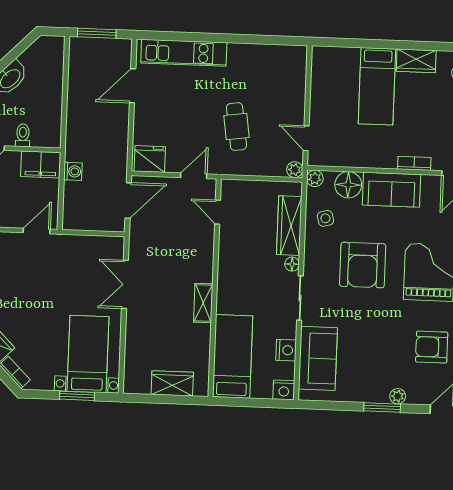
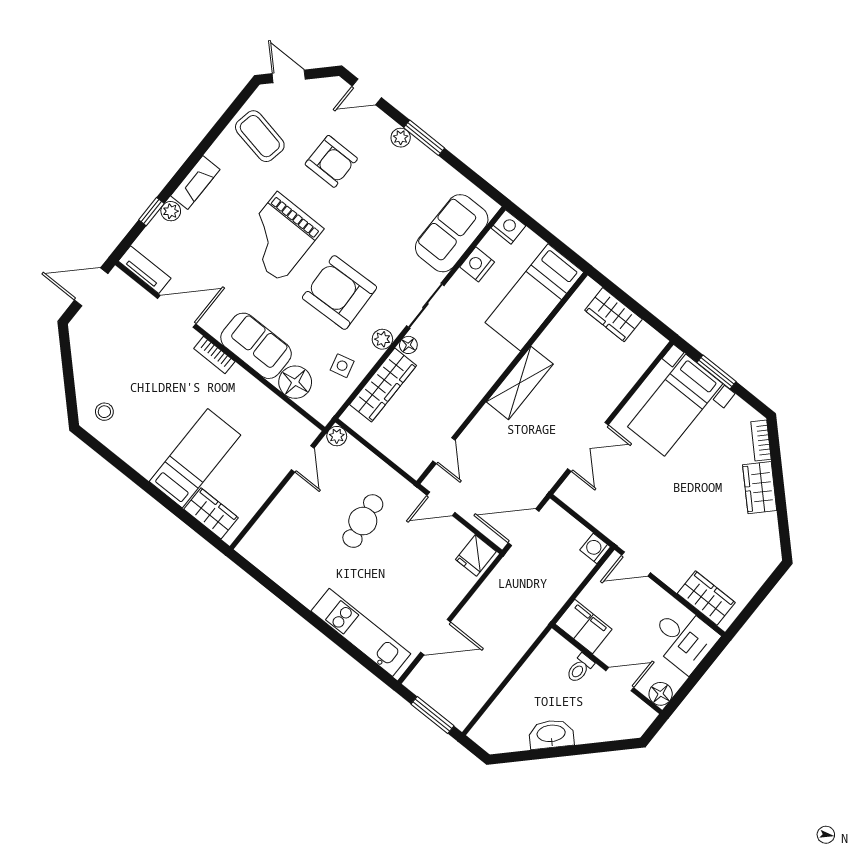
wardrobe: (416, 61) -> (211, 513), moved
fridge: (150, 159) -> (476, 556), width x0.72
washing machine: (73, 171) -> (595, 548), moved
plant: (315, 178) -> (382, 339), moved
armchair: (363, 265) -> (339, 293), turned -92
shelving: (203, 303) -> (520, 383), width x1.50, depth x1.33

